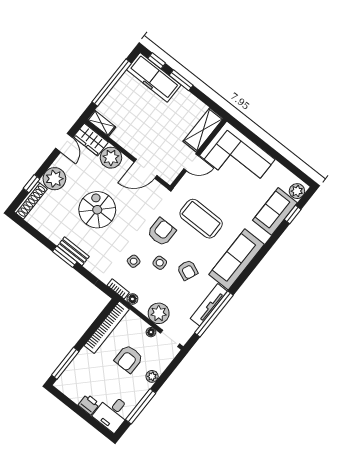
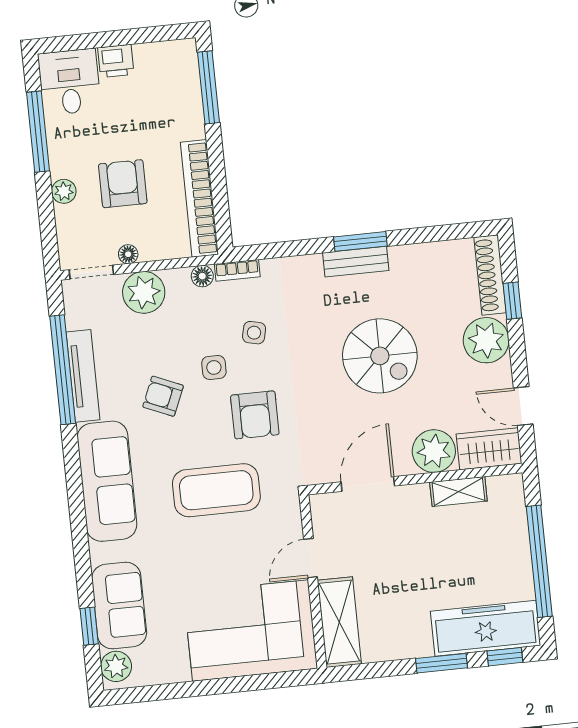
shelving: (101, 123) -> (458, 491), moved

